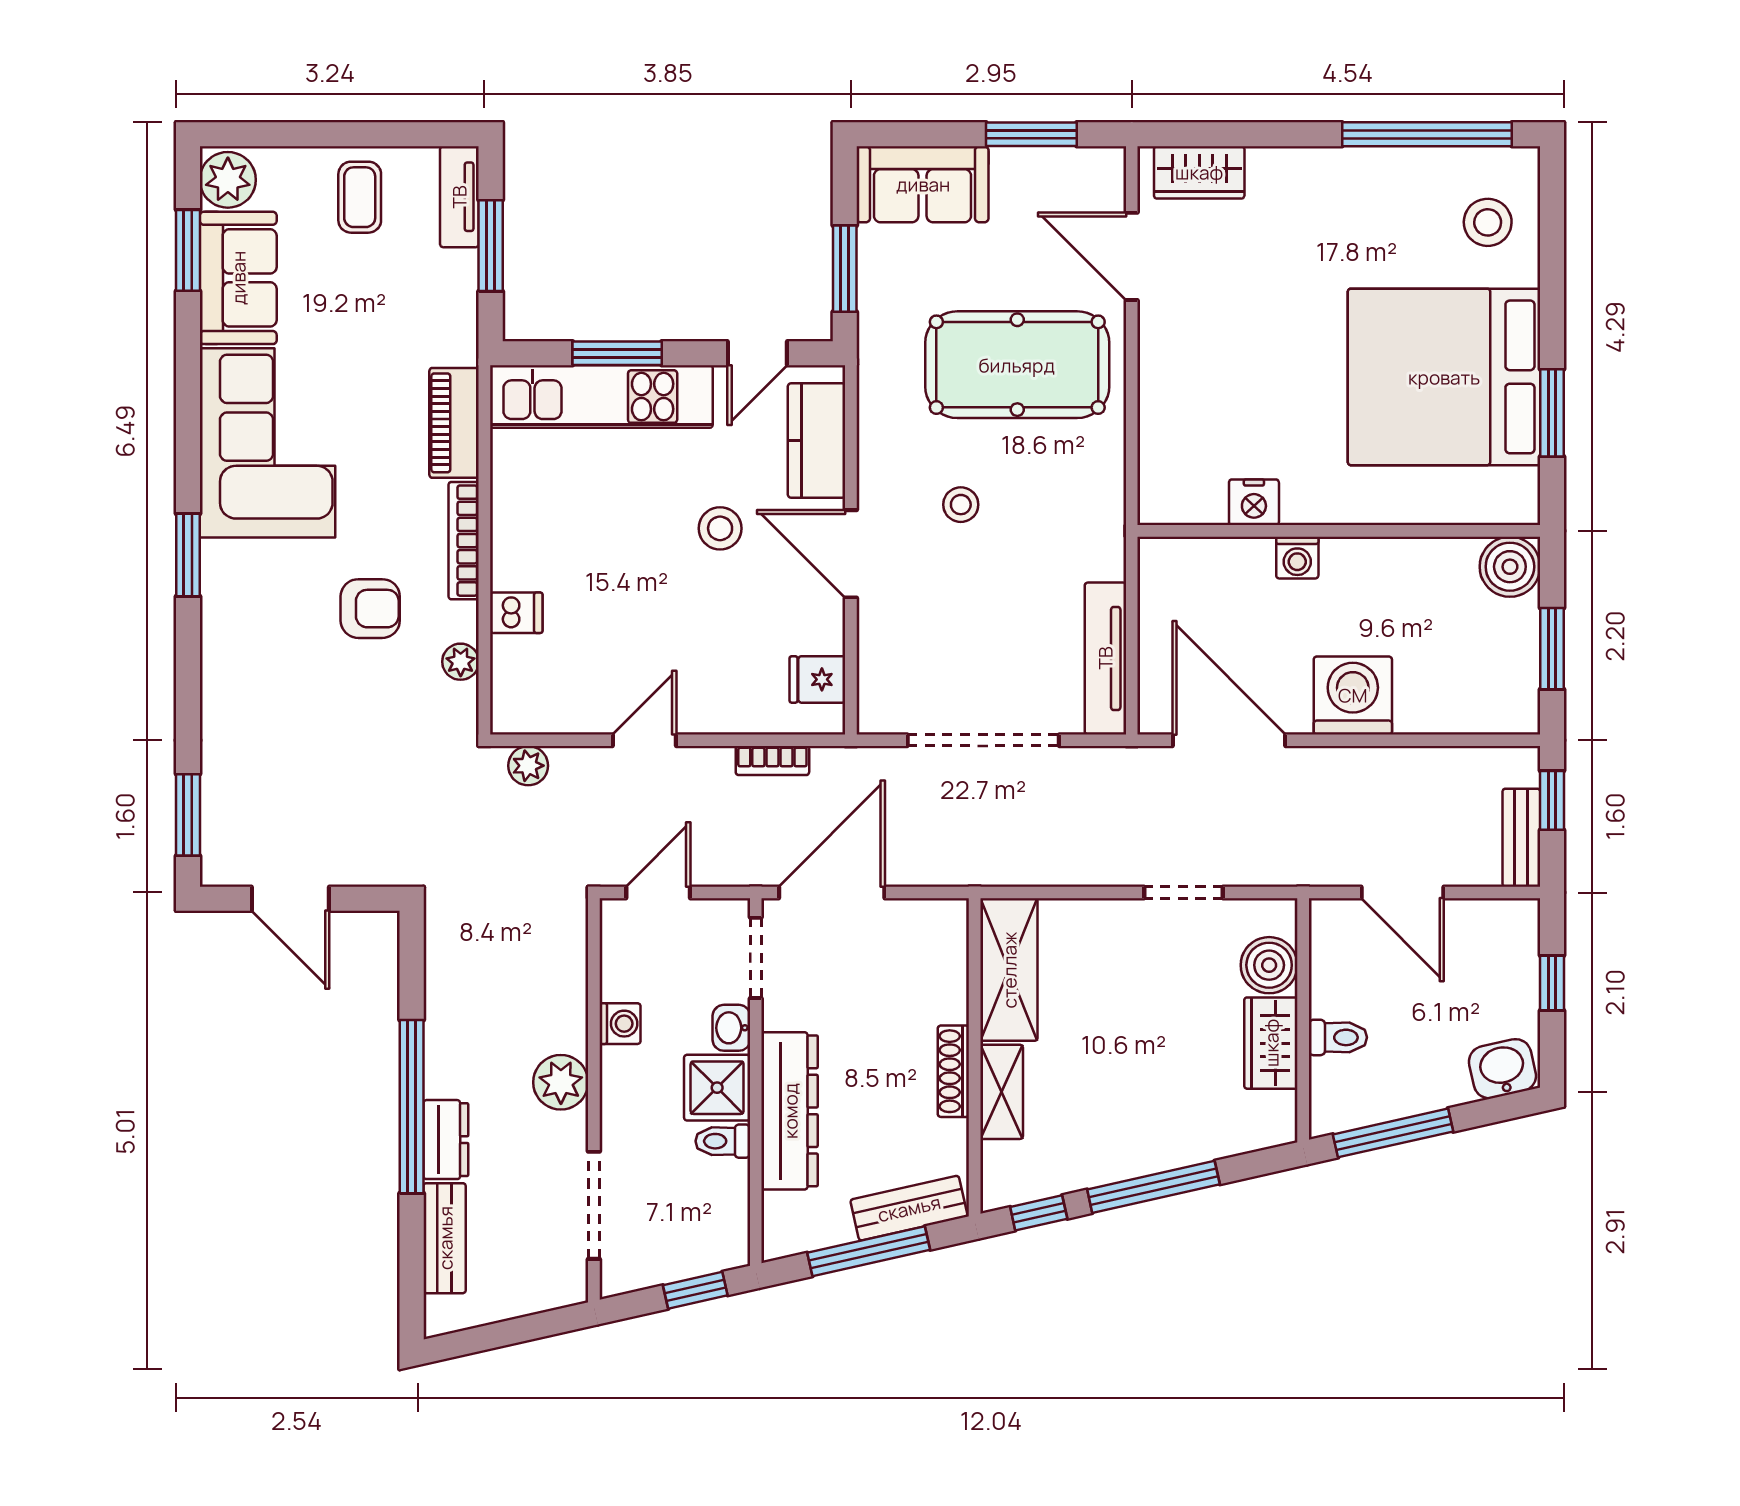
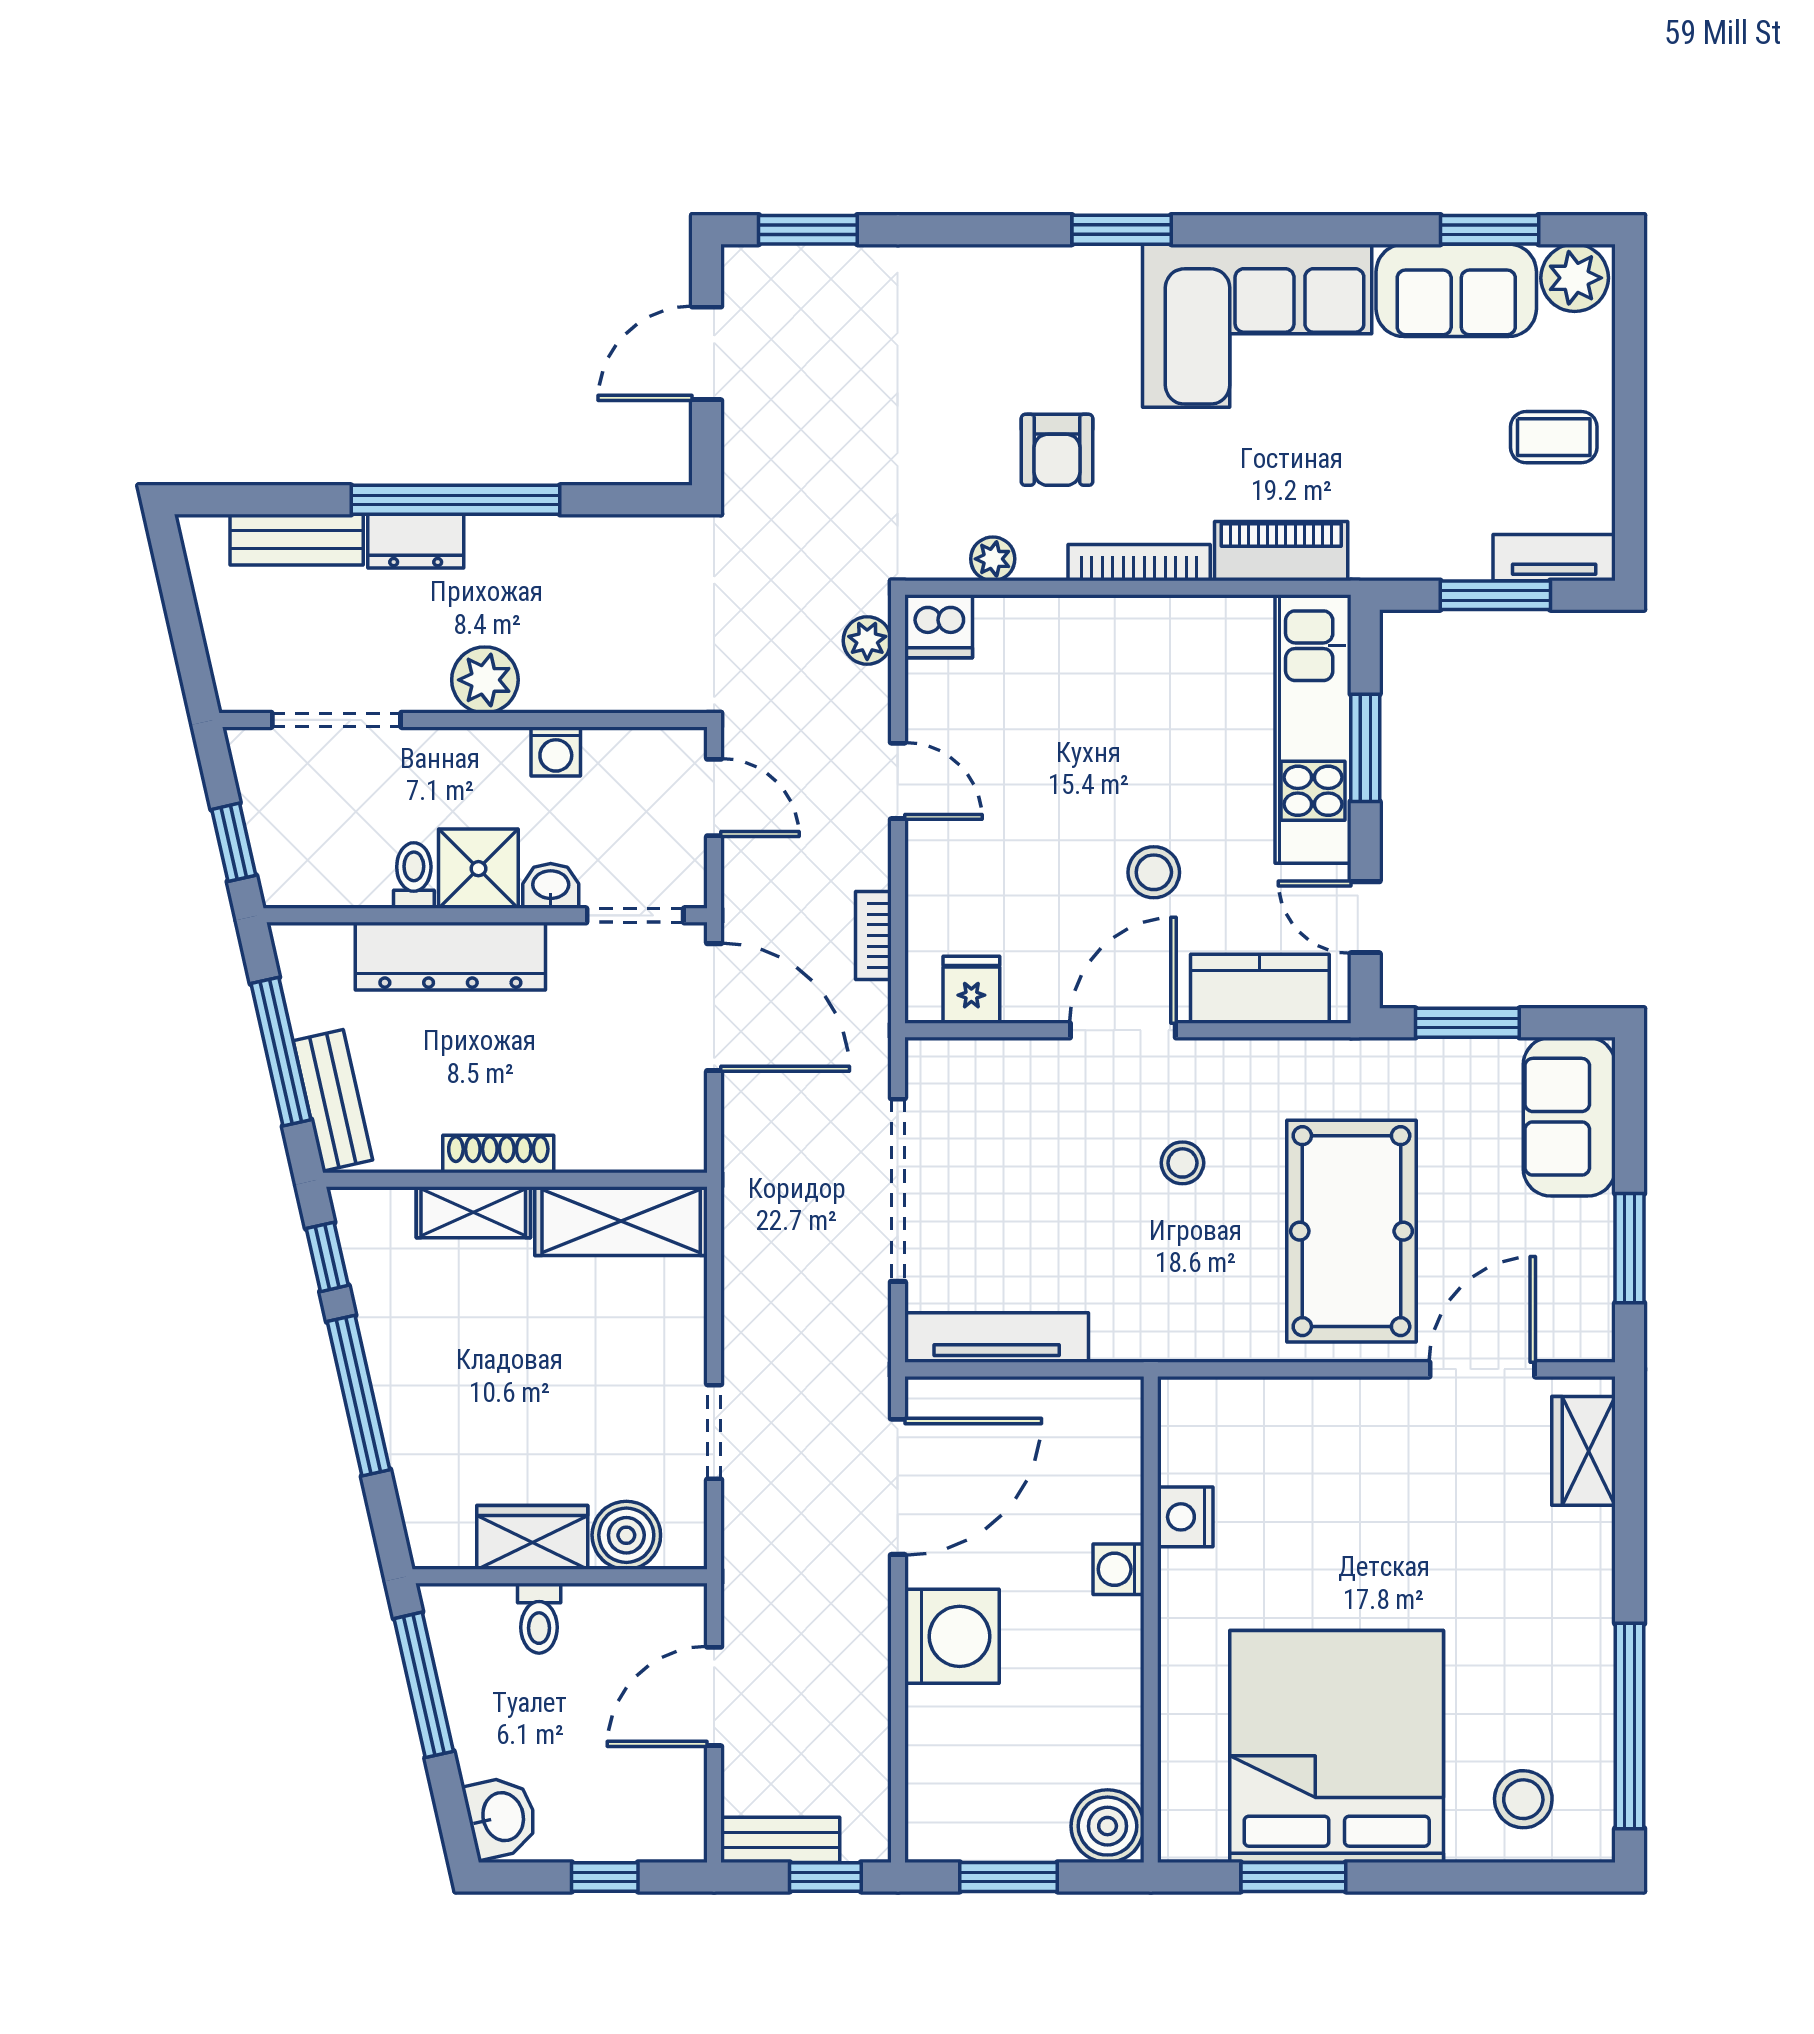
dishwasher: (516, 613) -> (939, 626), moved, width x1.38

